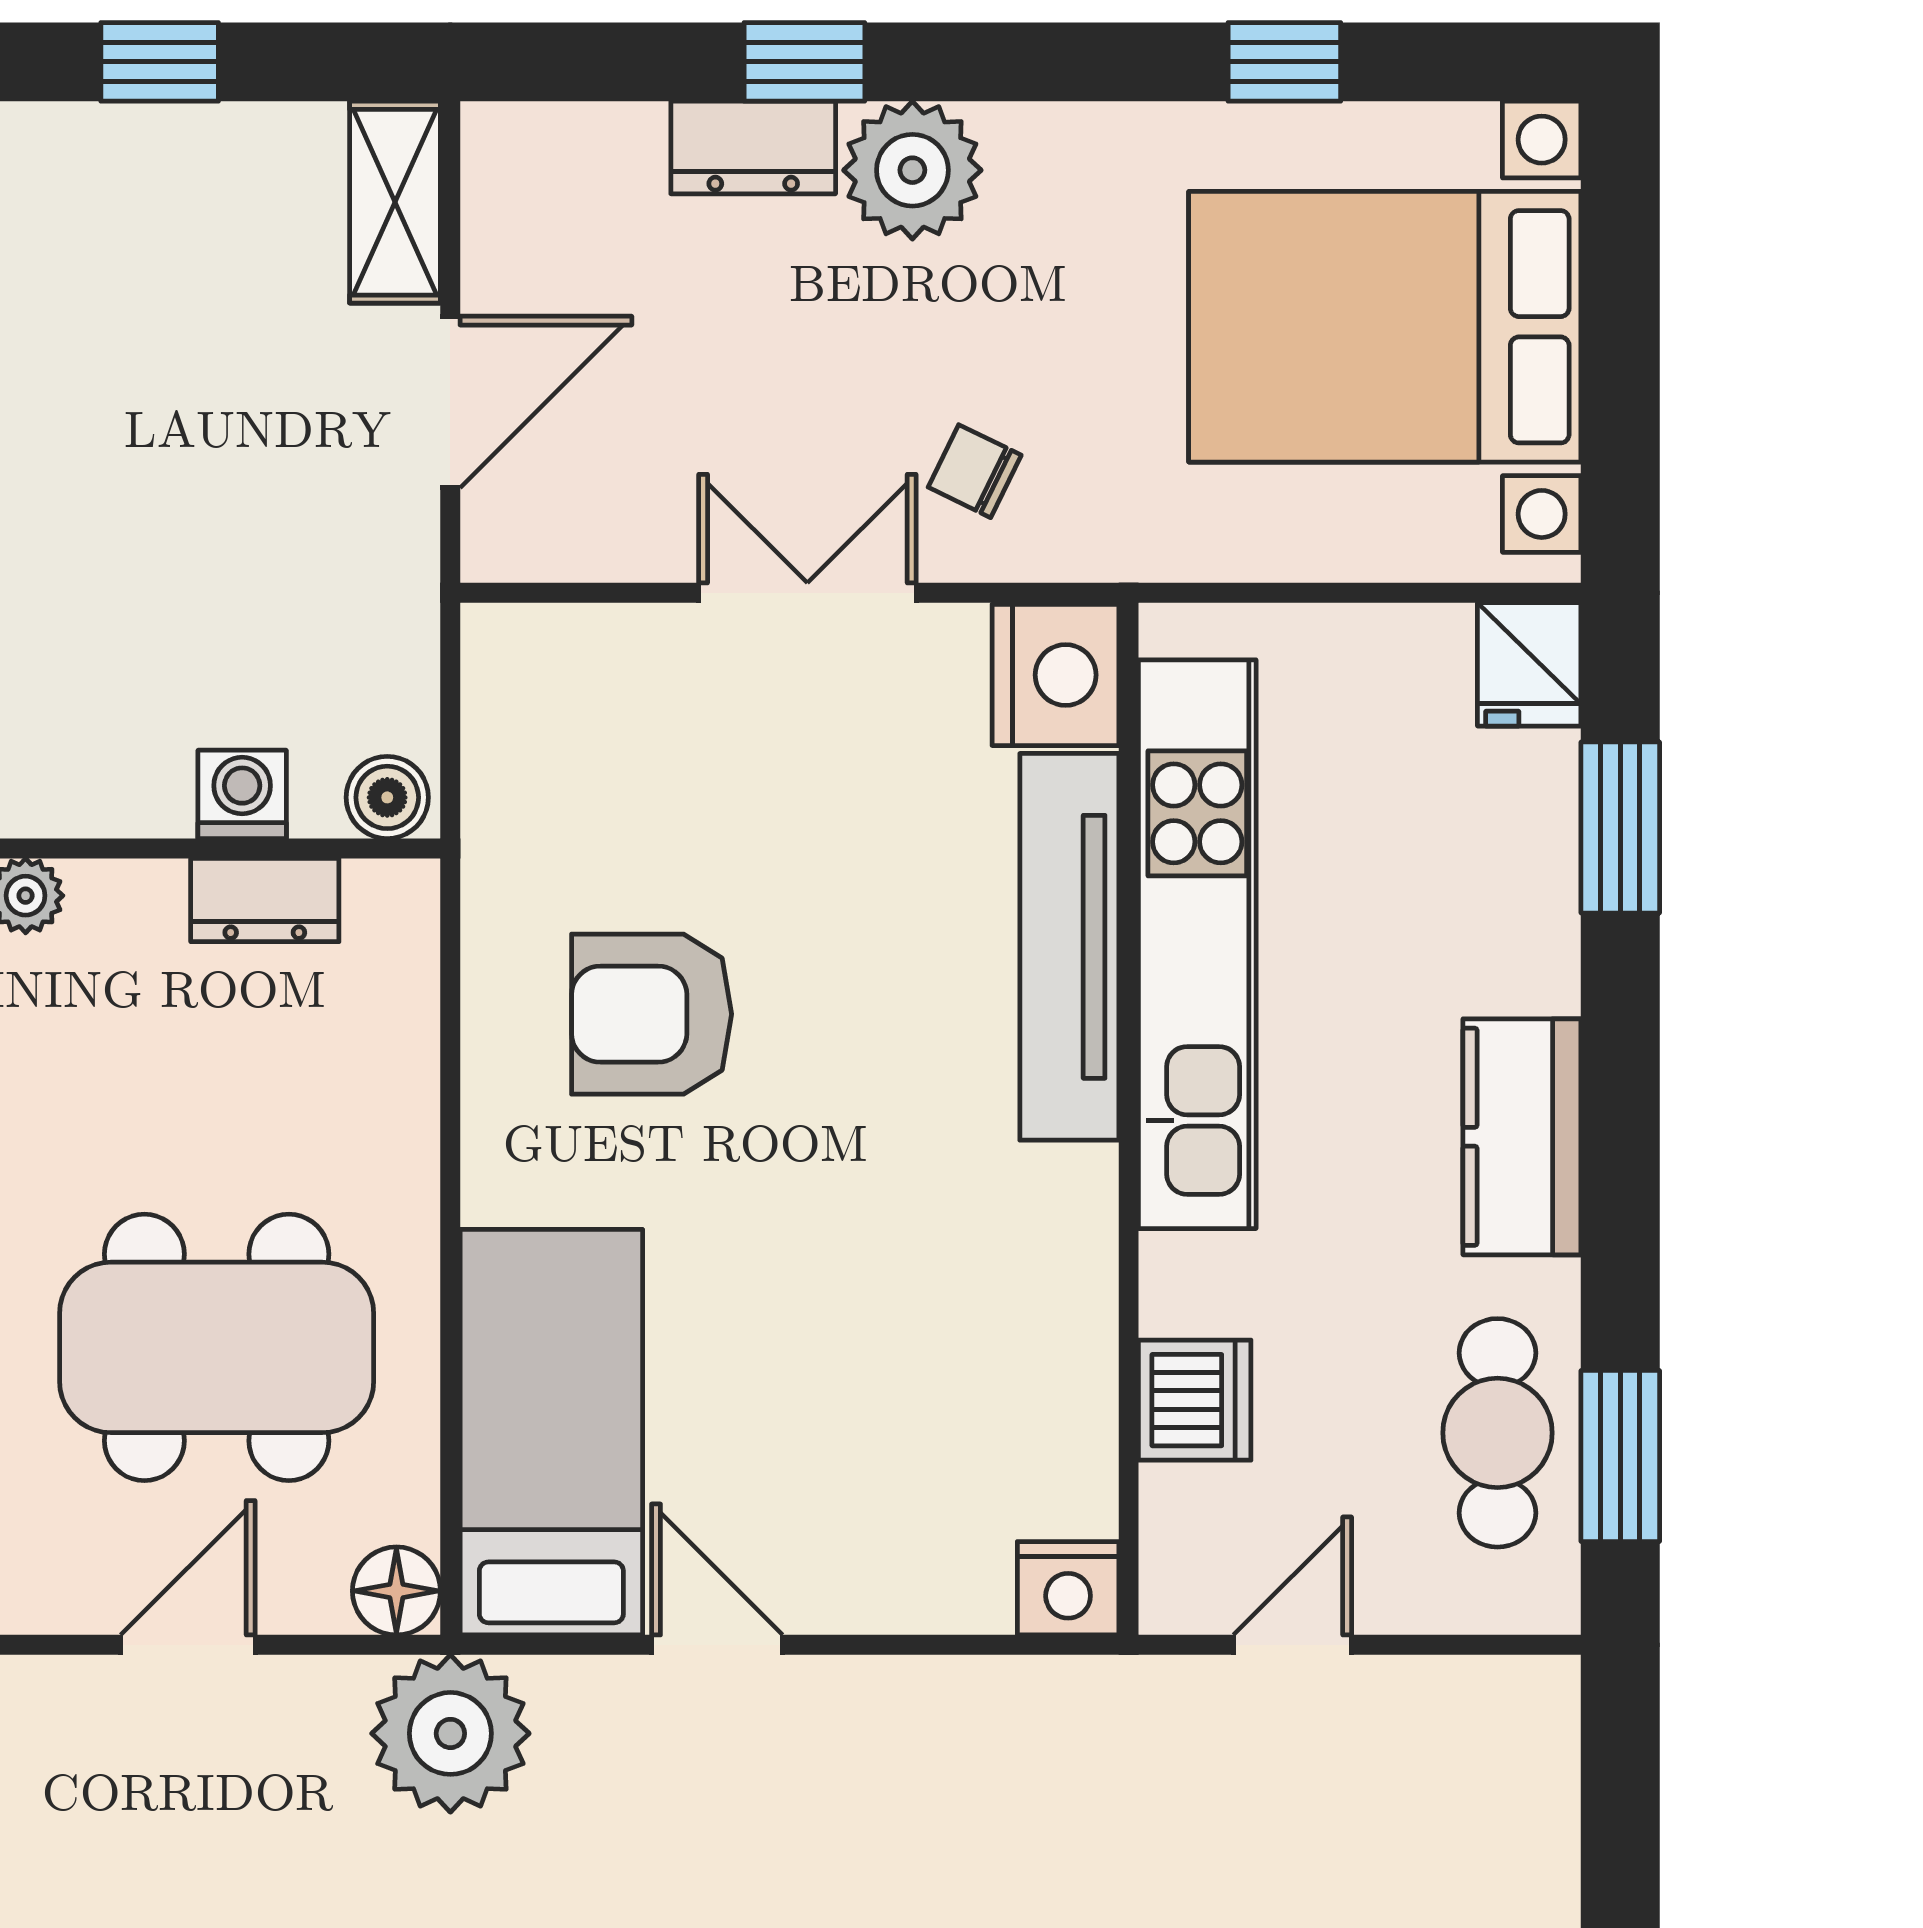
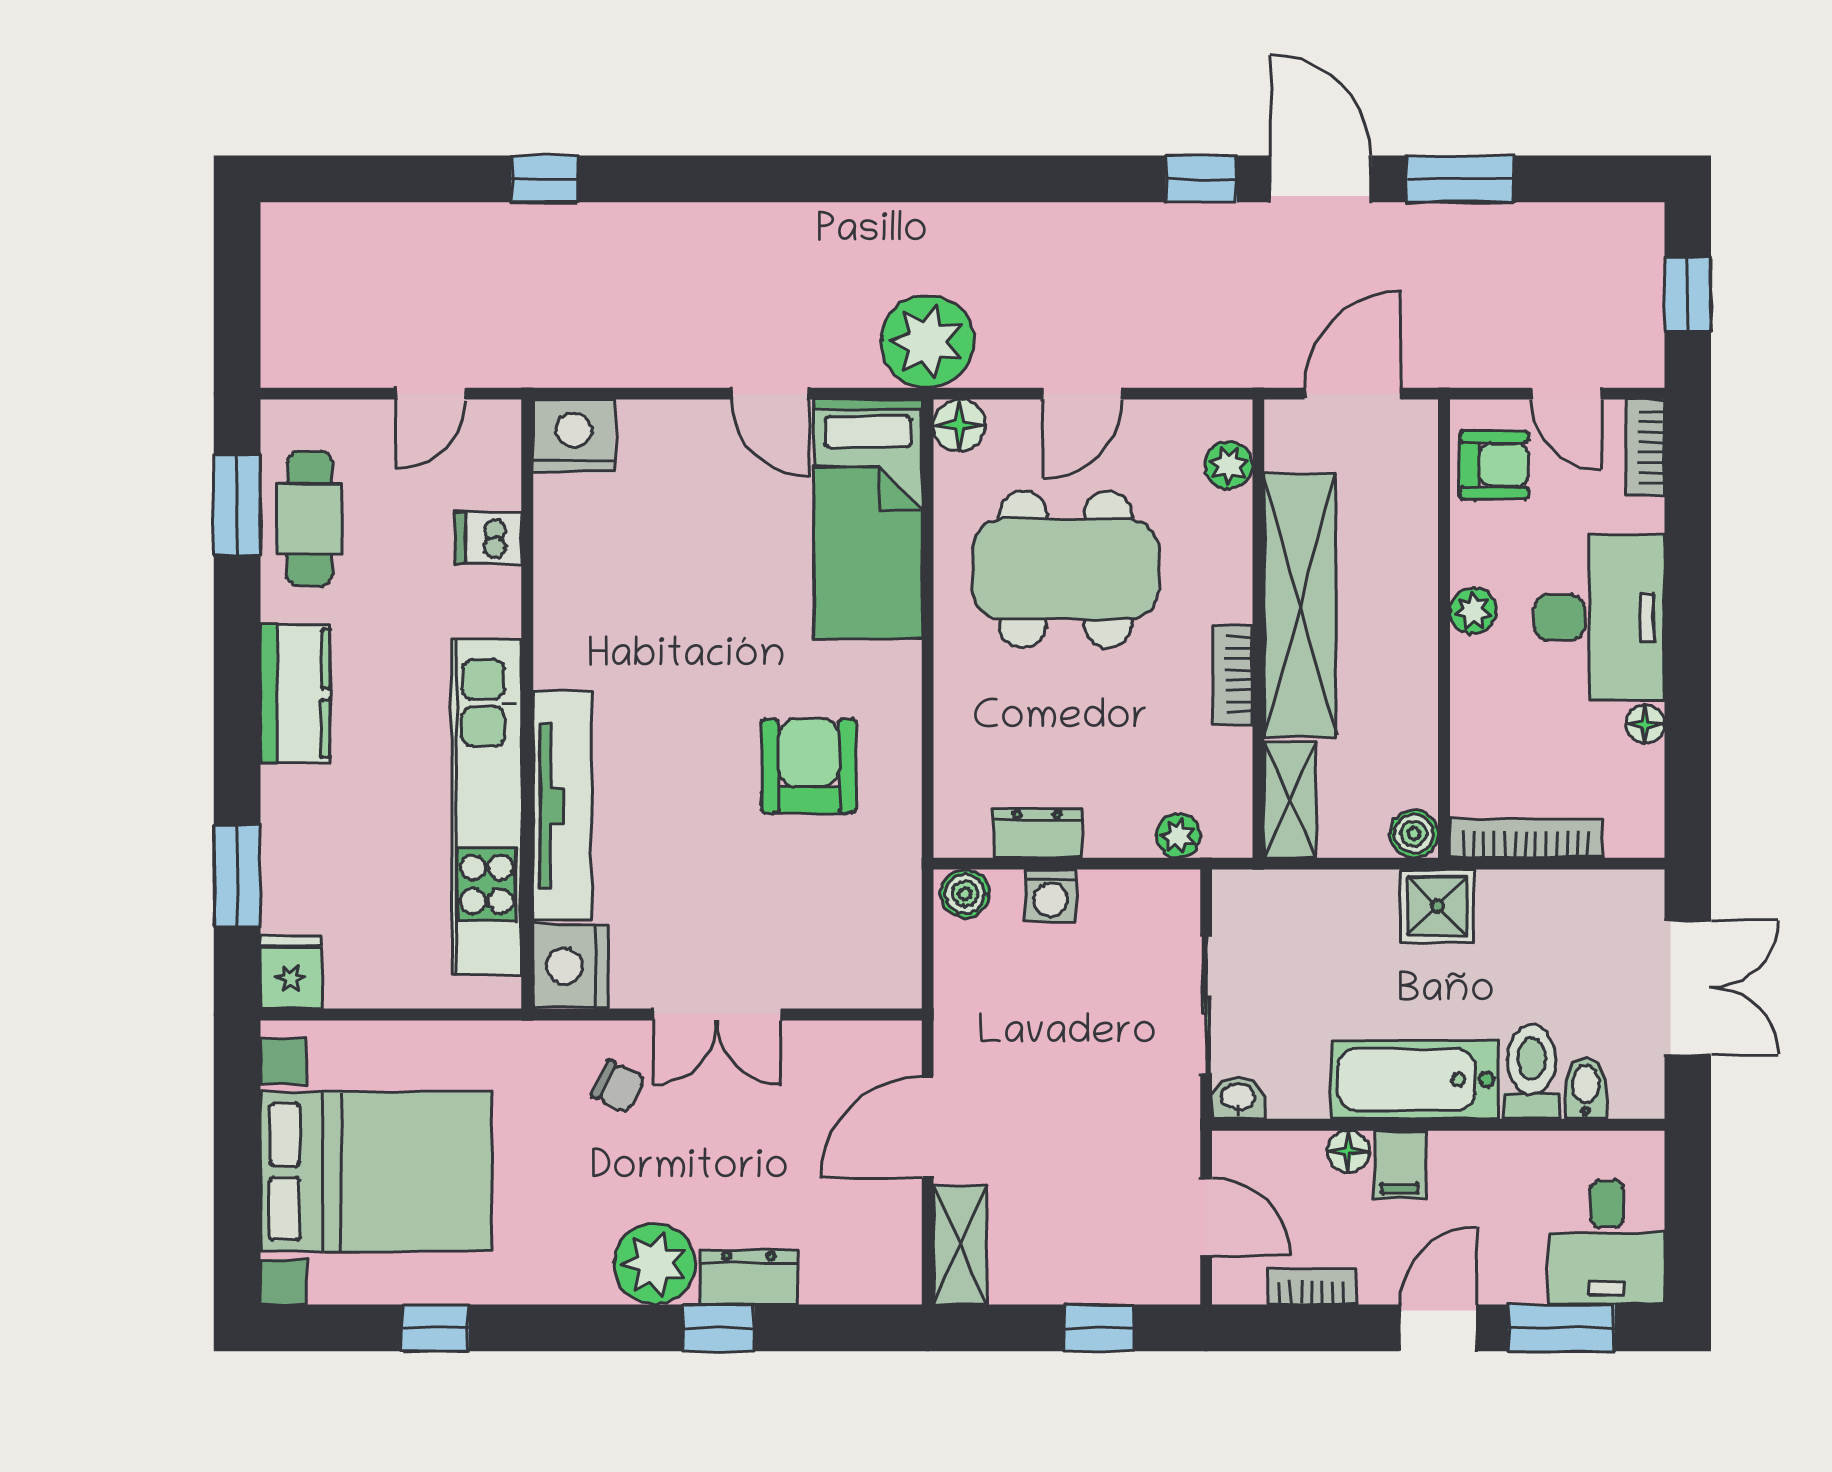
armchair: (652, 1014) -> (809, 766), turned -90
dishwasher: (1195, 1400) -> (488, 538), width x0.73
nightstand: (1068, 1588) -> (574, 436), width x1.36, depth x1.33

